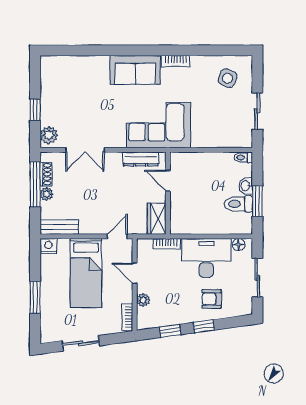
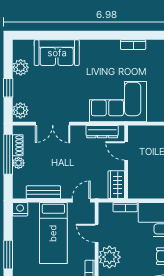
sofa: (135, 70) -> (57, 53), moved
plant: (49, 87) -> (21, 67), added
bench: (59, 227) -> (43, 192), moved
plant: (143, 300) -> (109, 257), width x1.87, depth x1.87

